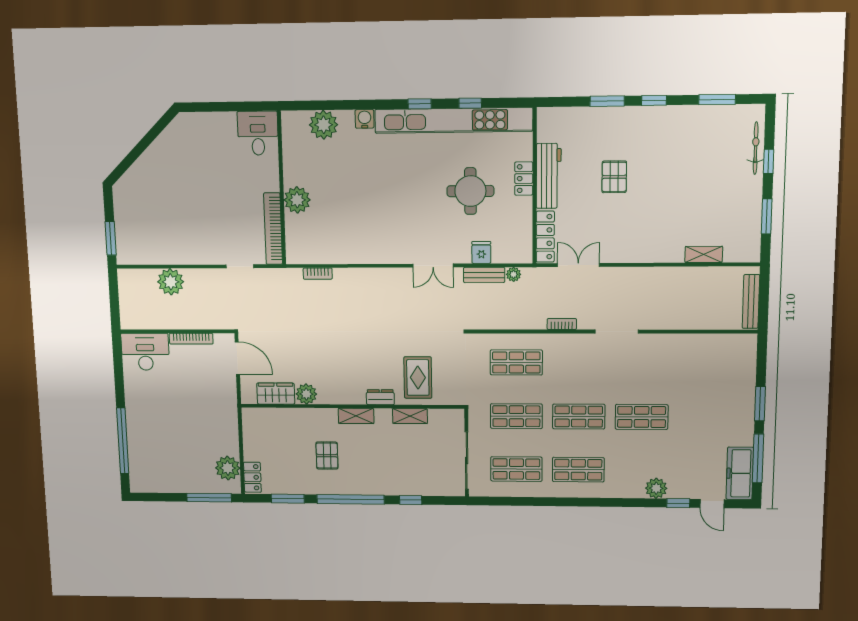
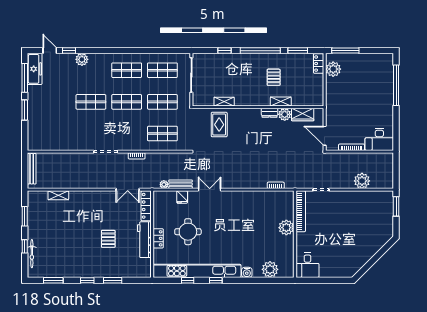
dresser: (380, 397) -> (270, 113), moved
shelving: (356, 416) -> (281, 101), moved

